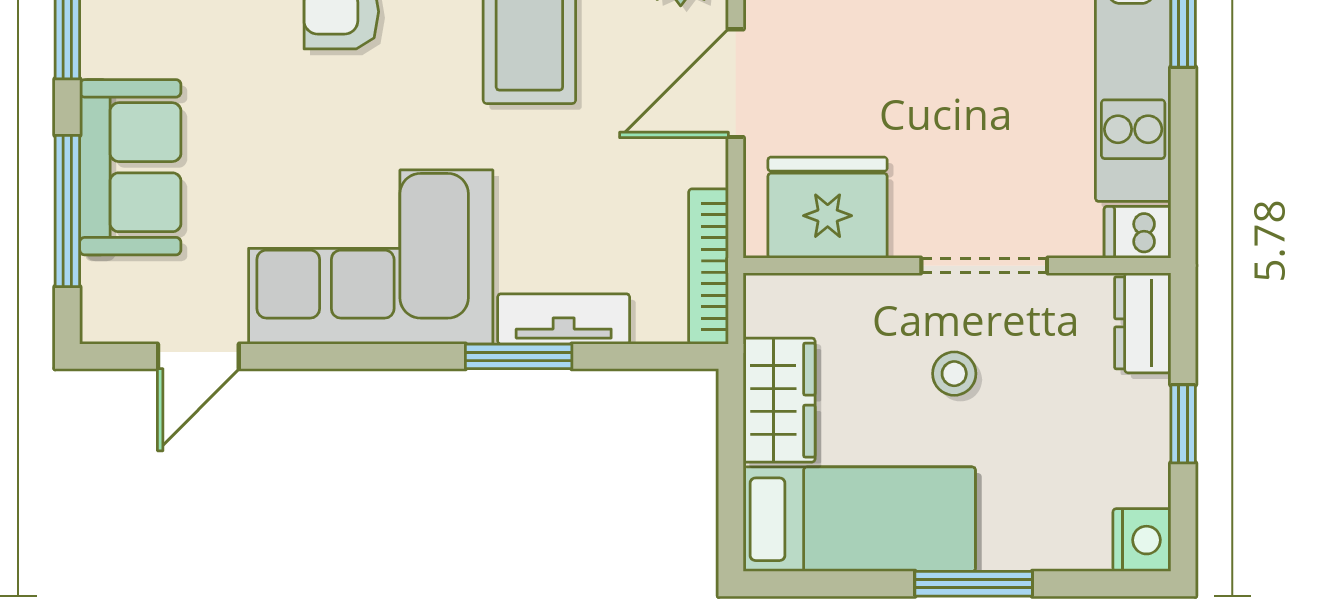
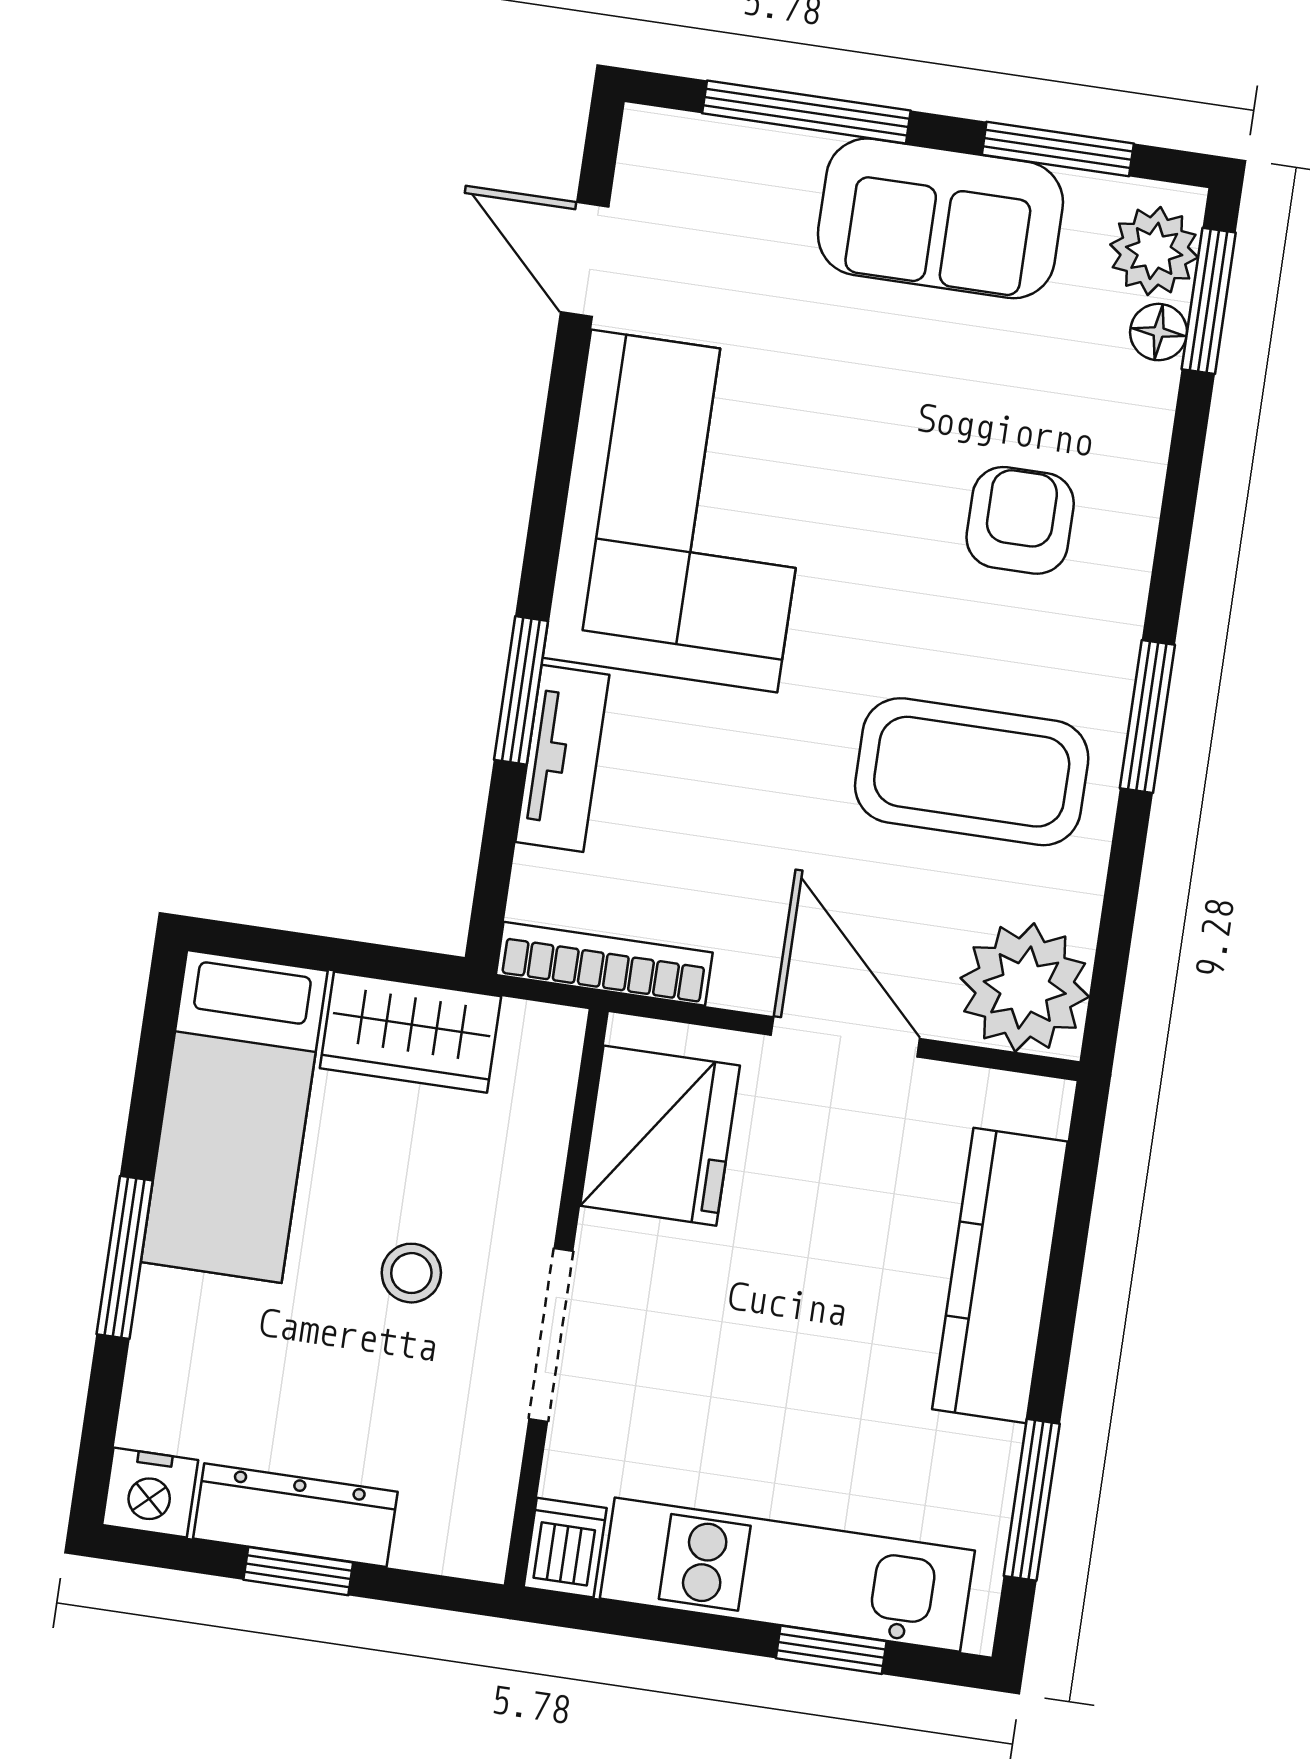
sofa: (130, 167) -> (940, 218), moved
dresser: (1143, 323) -> (295, 1515), moved, width x1.44

